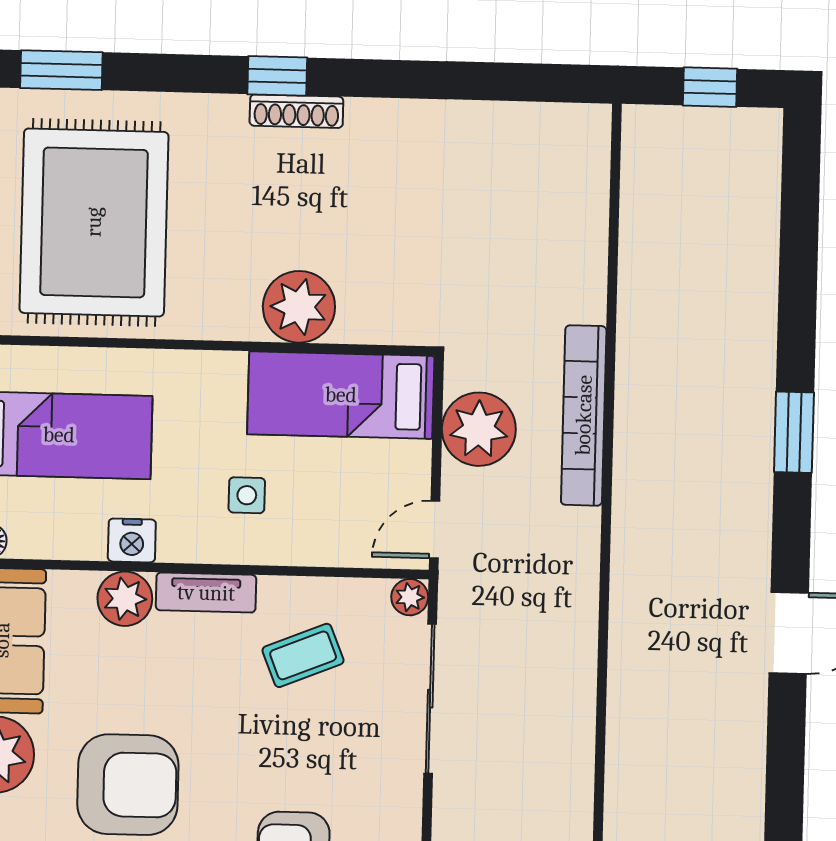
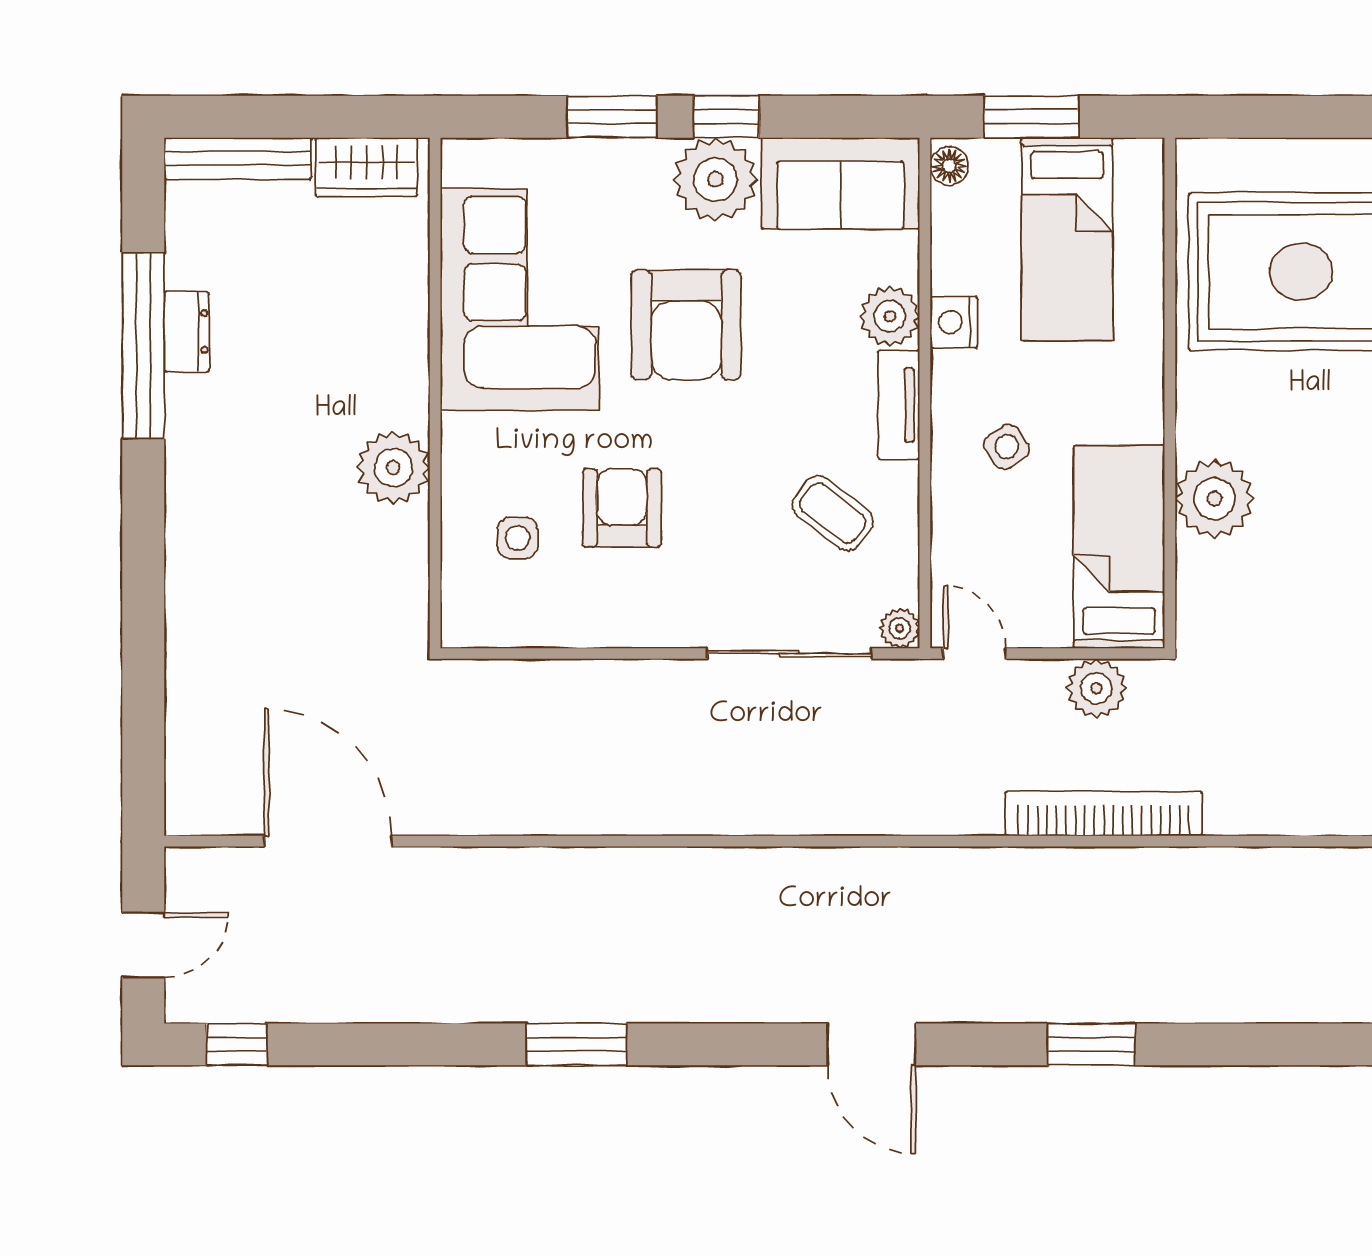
plant: (479, 429) -> (1096, 688), width x0.73, depth x0.73
side table: (247, 495) -> (1007, 447), turned -34
coffee table: (303, 655) -> (833, 513), turned -30

